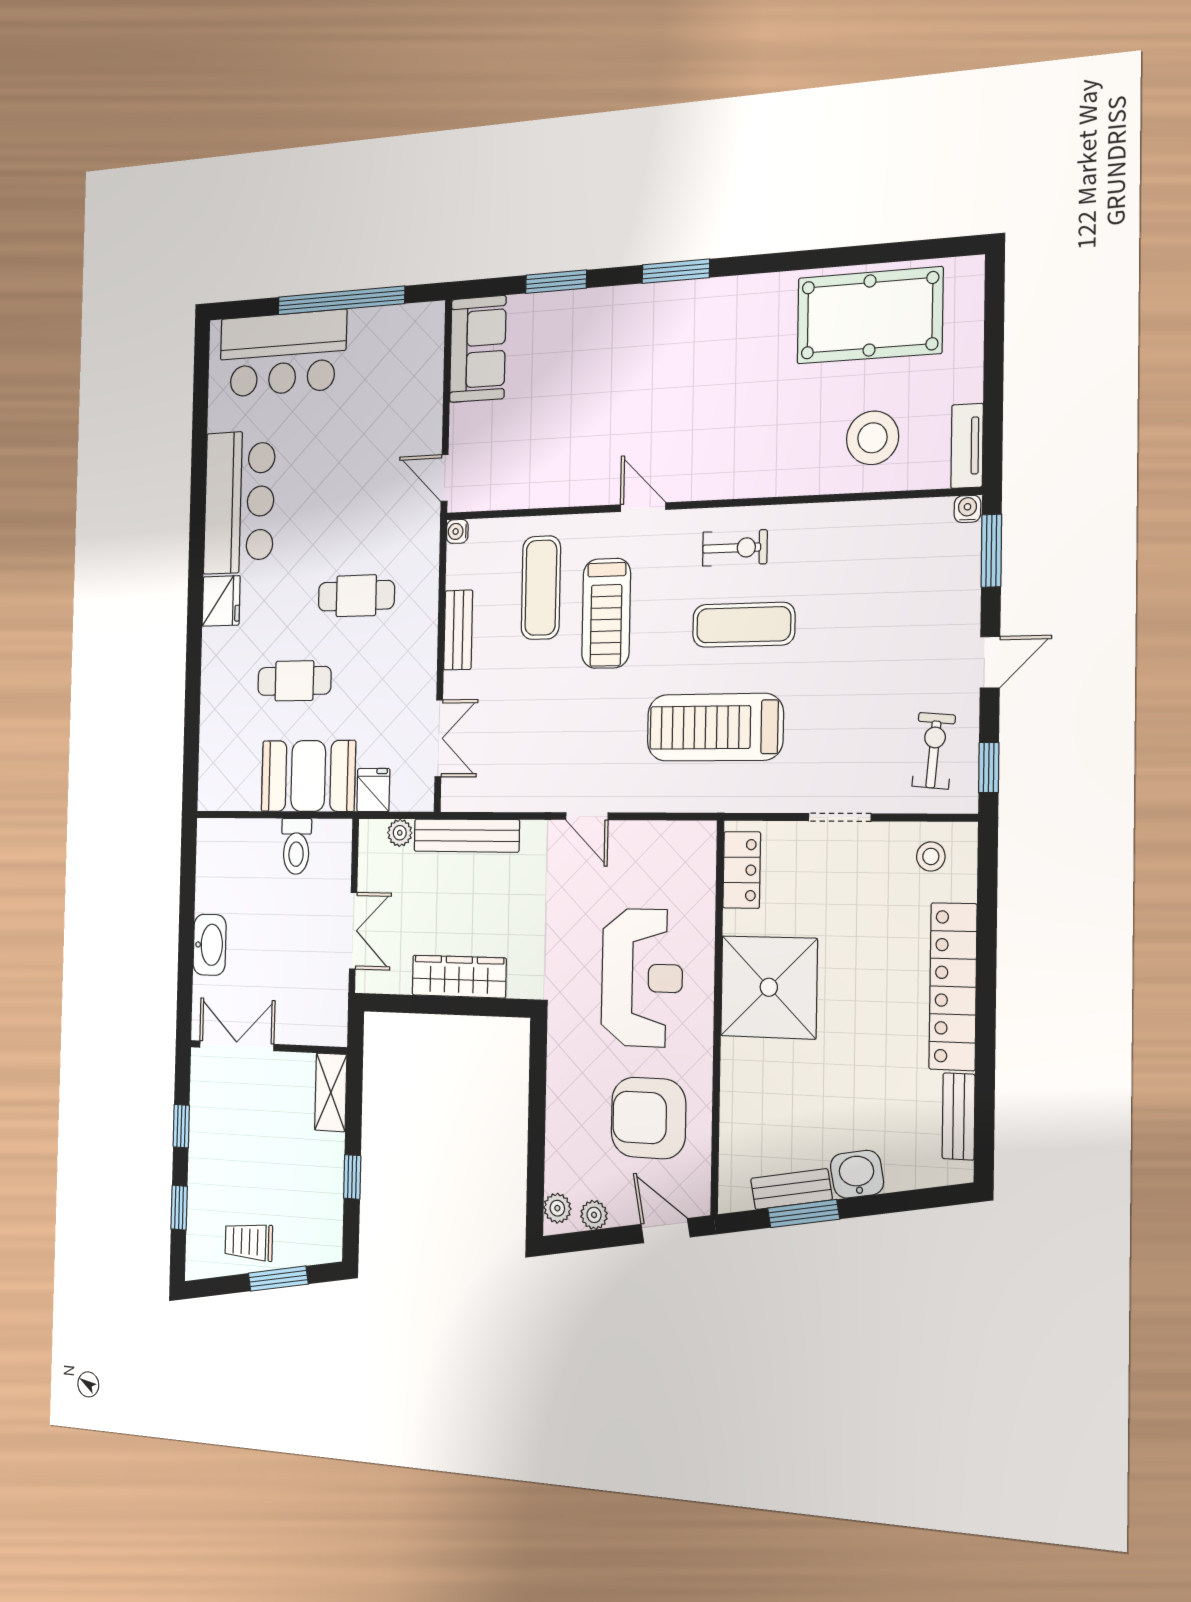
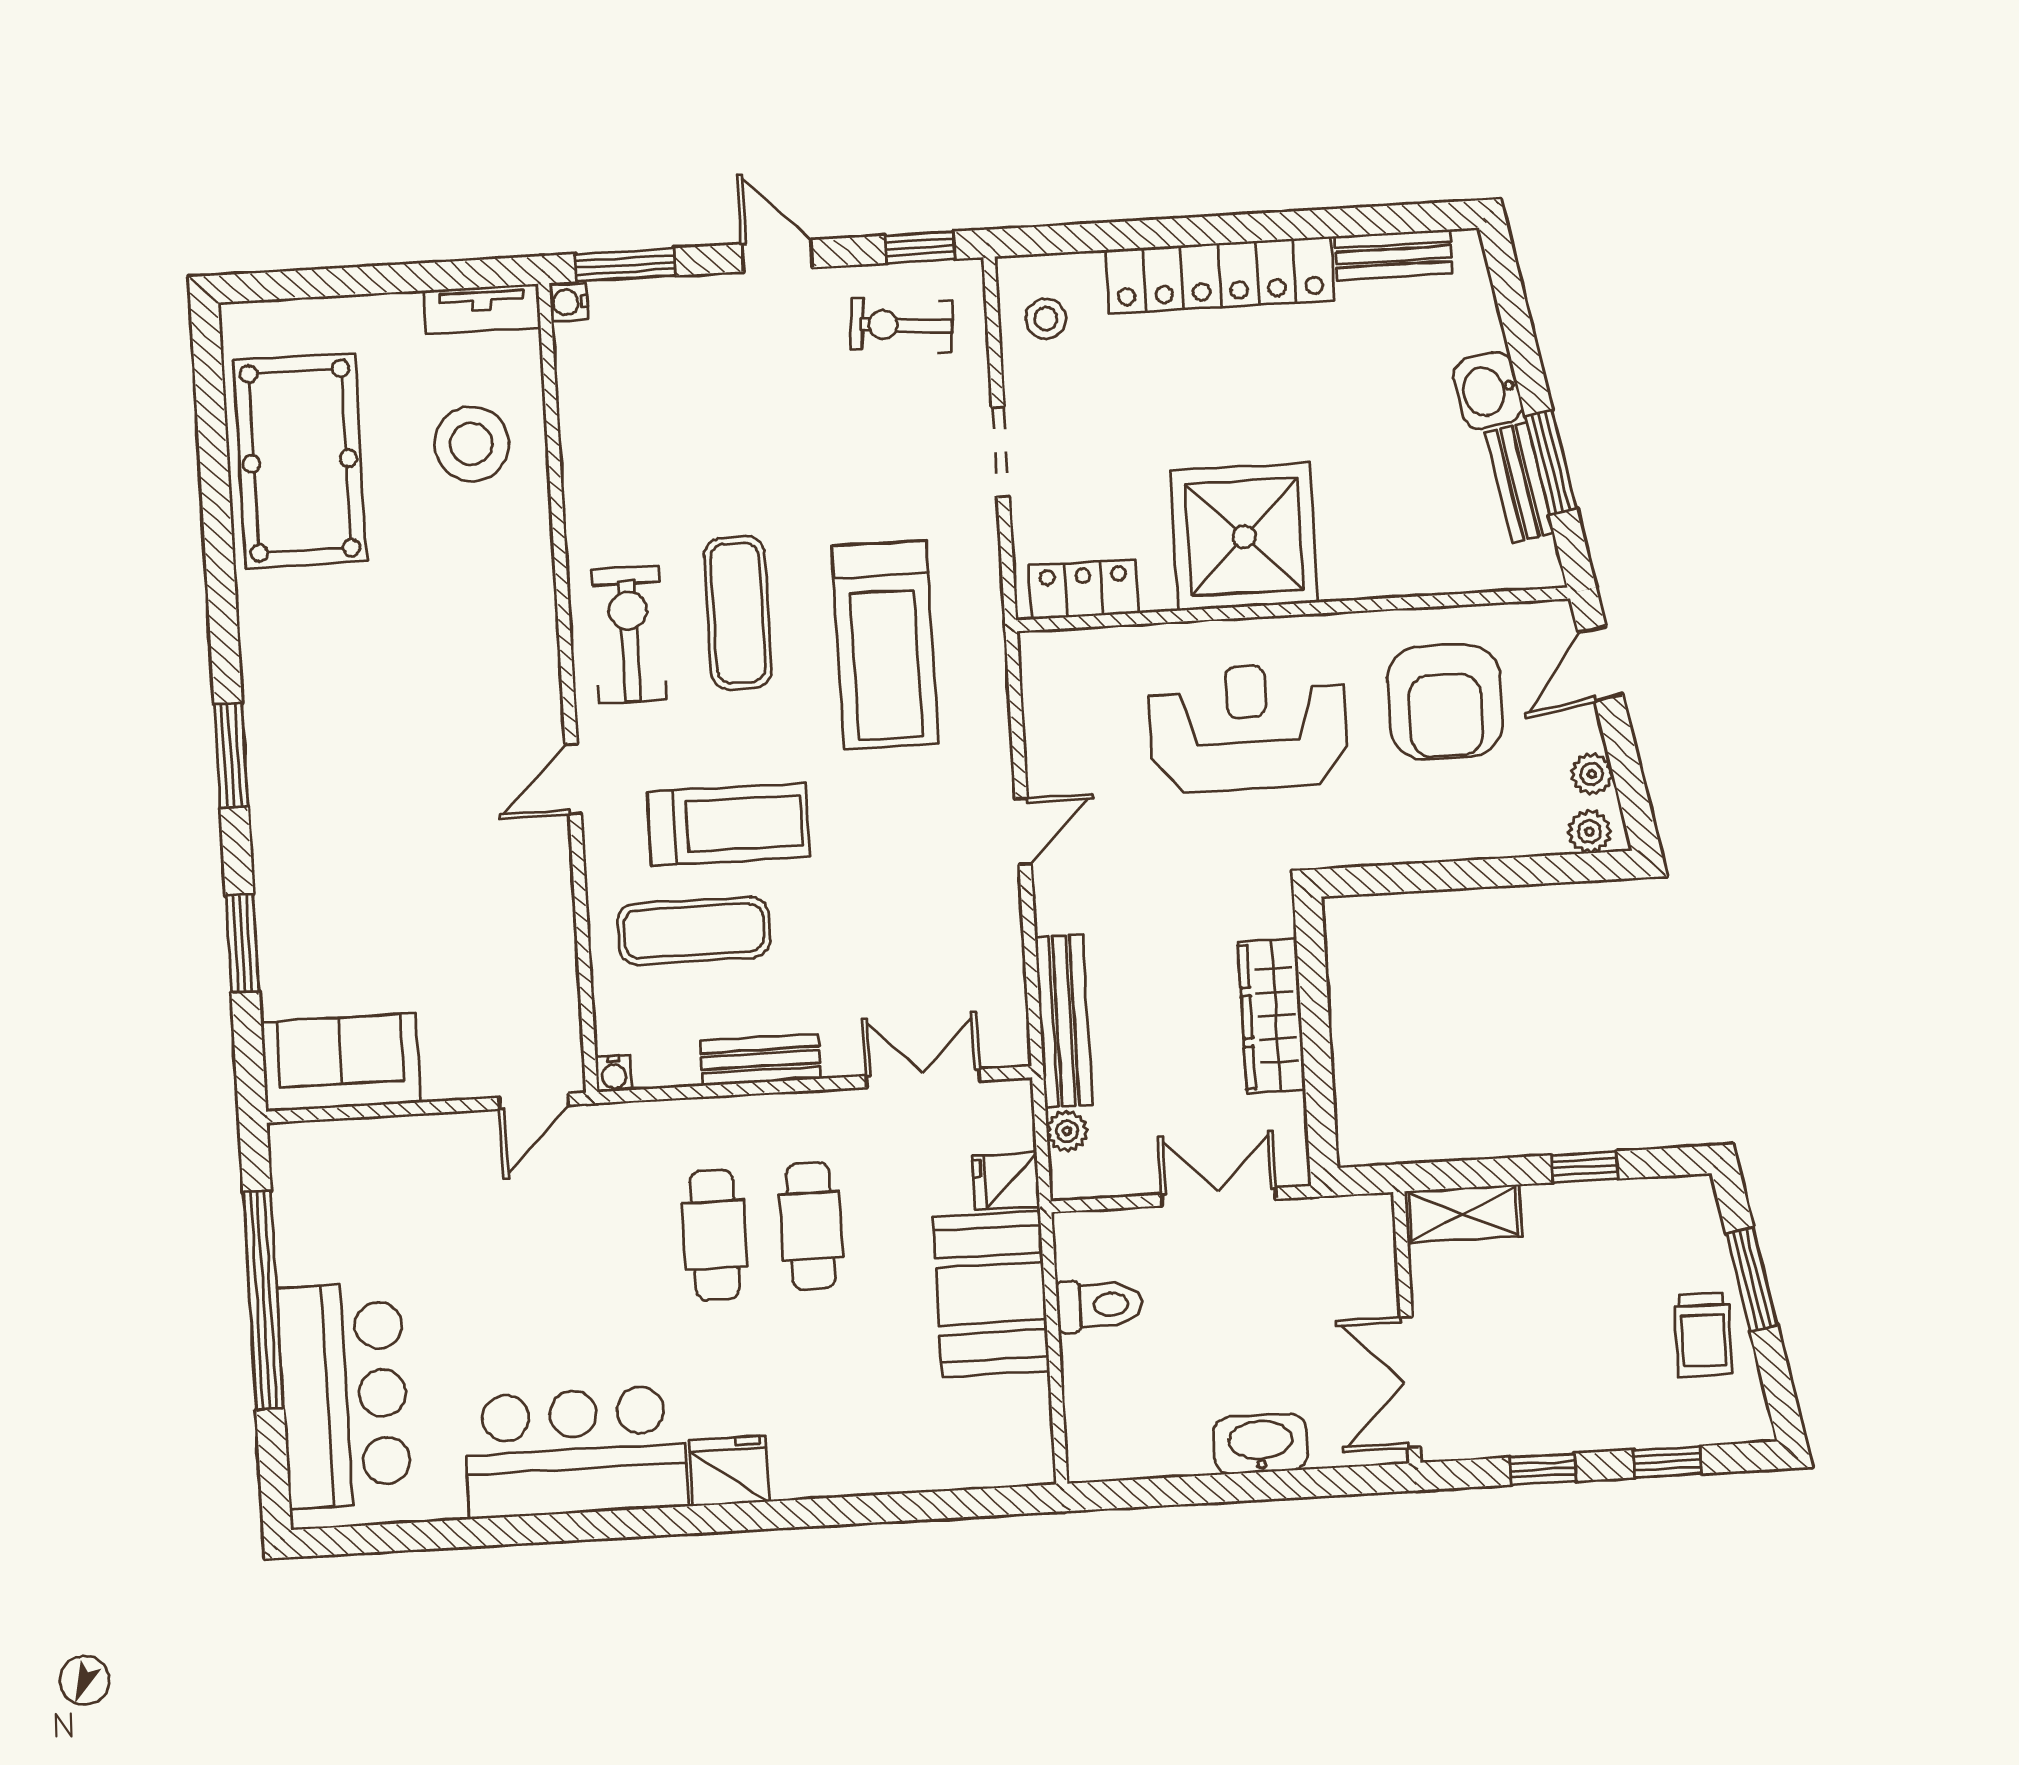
exercise bike: (735, 548) -> (629, 635), width x1.38, depth x1.39
cafe table: (294, 681) -> (811, 1226), moved

